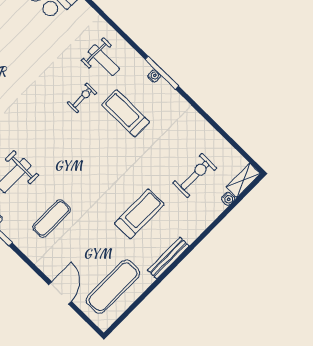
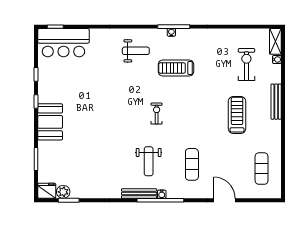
exercise bike: (82, 98) -> (157, 114), moved
bench: (168, 258) -> (276, 102), moved
exercise mat: (113, 287) -> (262, 169), width x0.73, depth x0.69
door: (60, 293) -> (225, 200), moved

